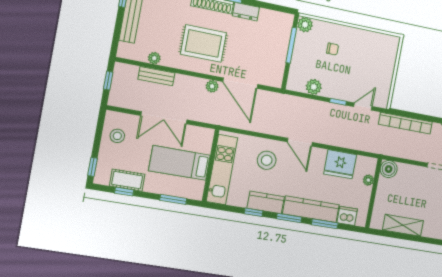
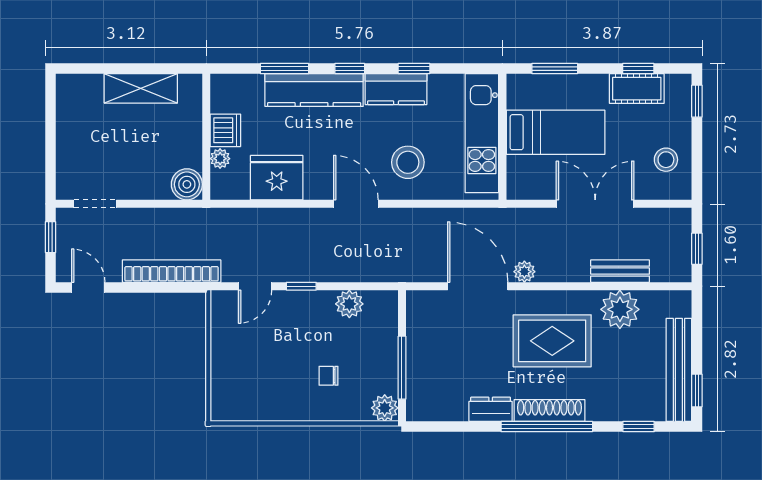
plant: (154, 58) -> (620, 309), width x1.88, depth x1.88
dishwasher: (347, 216) -> (225, 130), moved, turned -90
window: (289, 218) -> (350, 69), width x0.67

